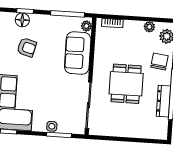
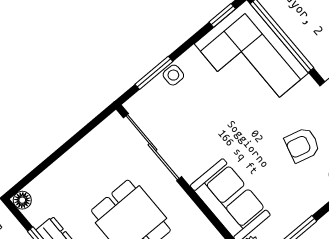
floor lamp: (162, 135) -> (22, 200), added

